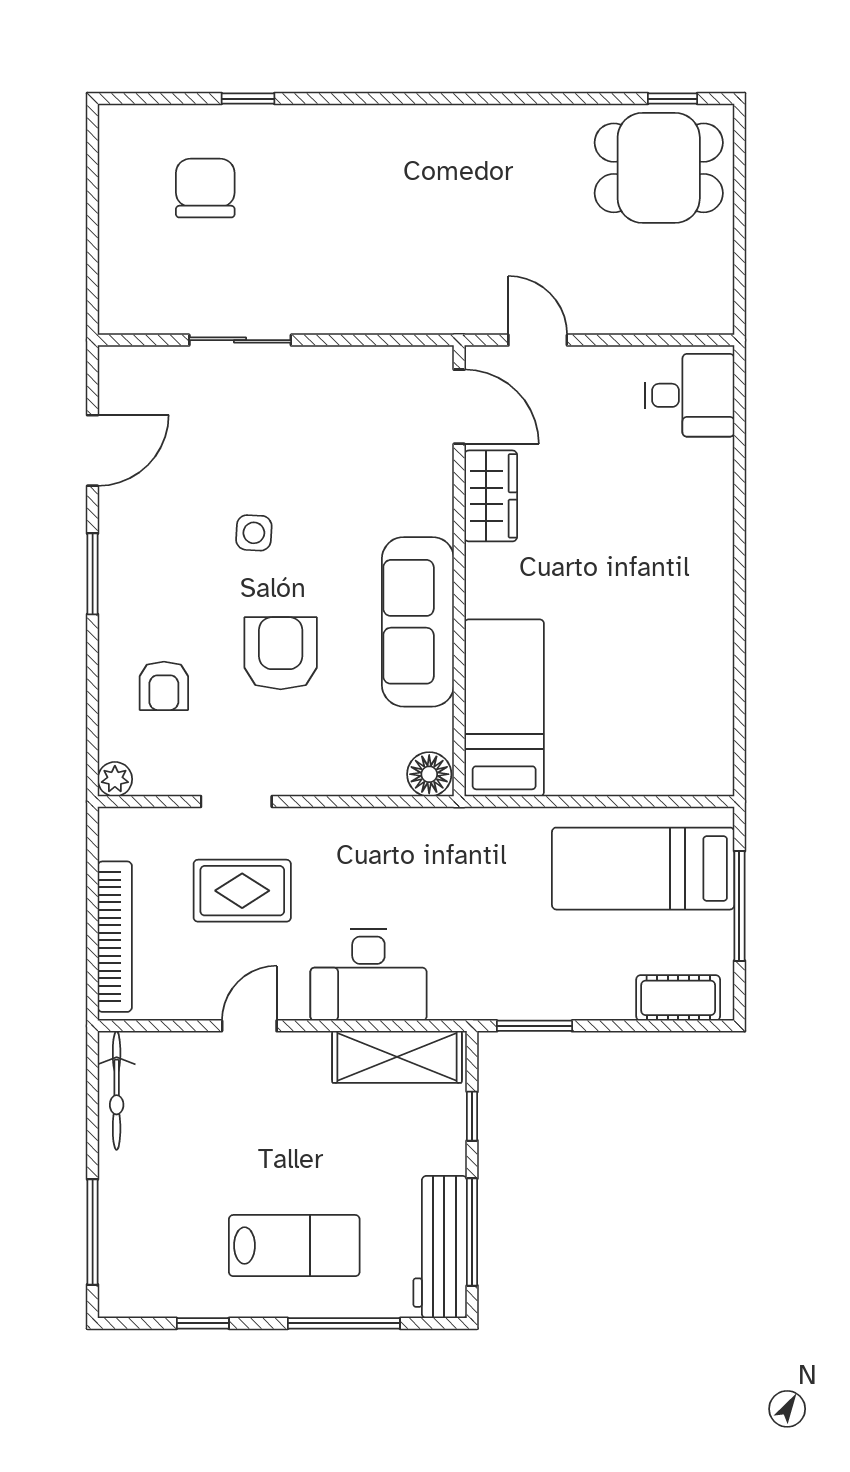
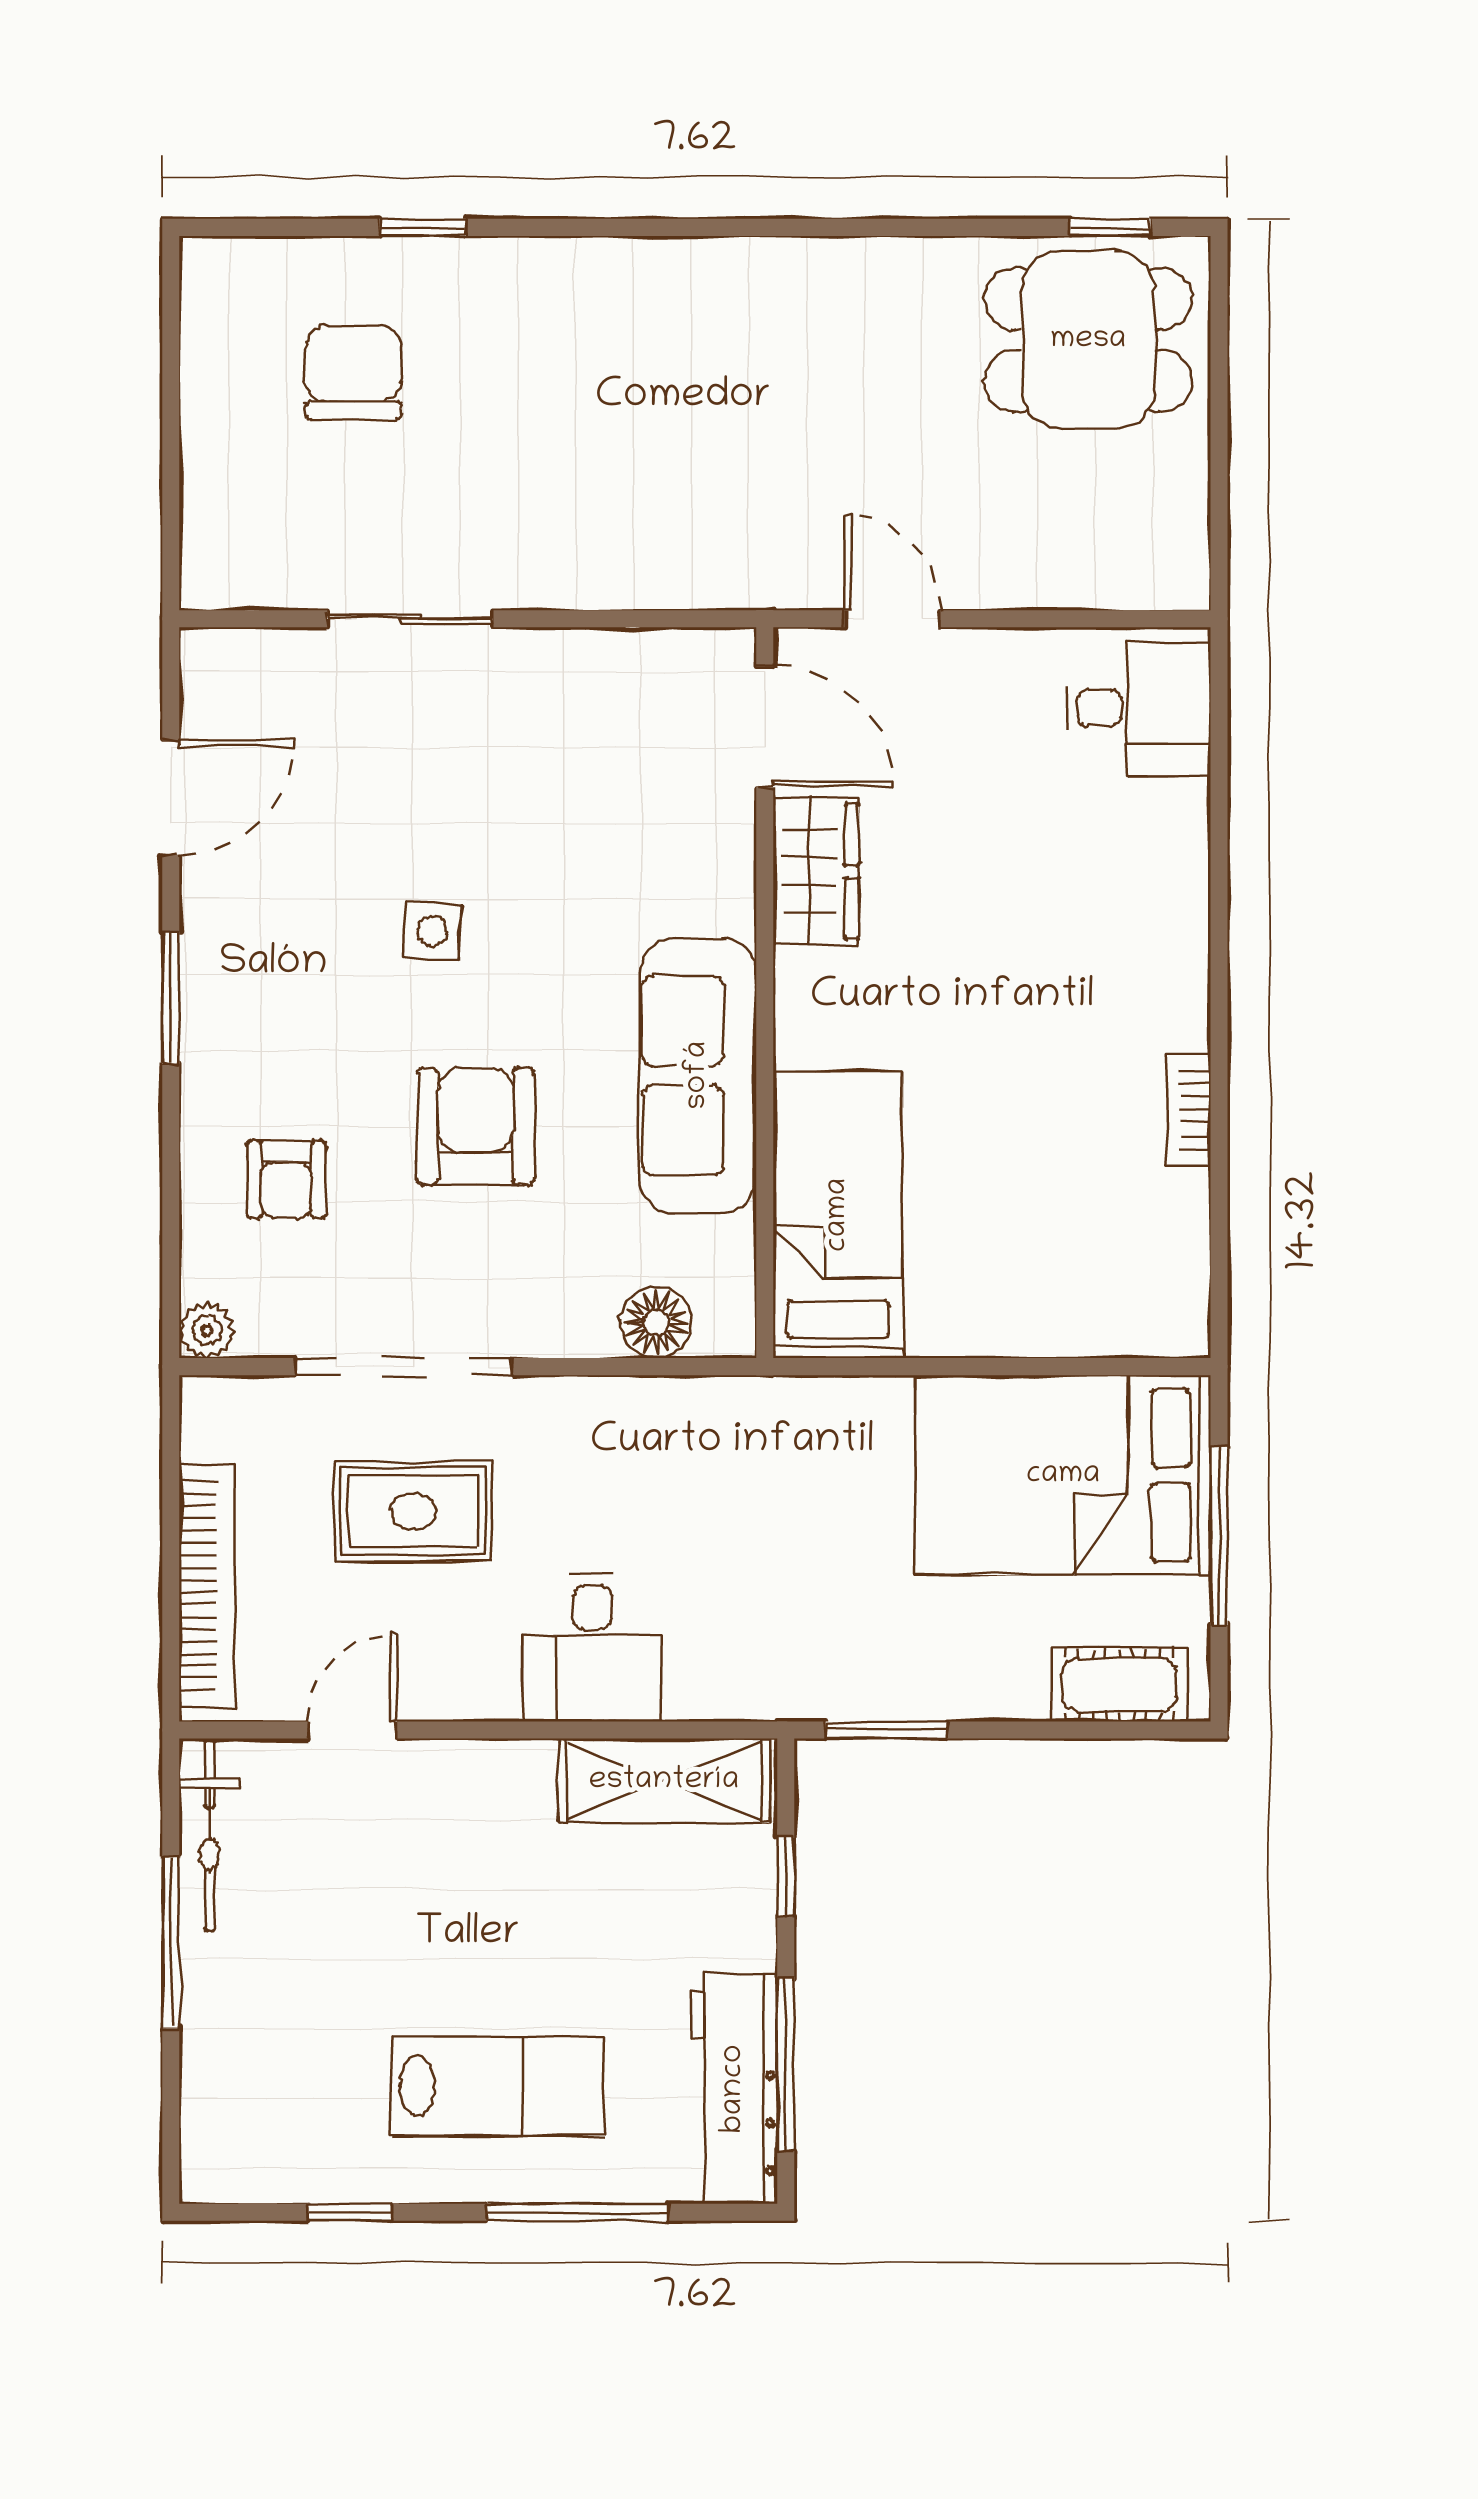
bookcase: (721, 643) -> (1188, 1110), added
floor lamp: (429, 774) -> (656, 1322), moved
doorway: (236, 802) -> (404, 1367), width x1.87
bed: (643, 869) -> (1063, 1475), width x1.50
desk: (368, 975) -> (592, 1648), width x0.73
door: (249, 1026) -> (352, 1730), moved
window: (93, 1232) -> (171, 1942), moved

